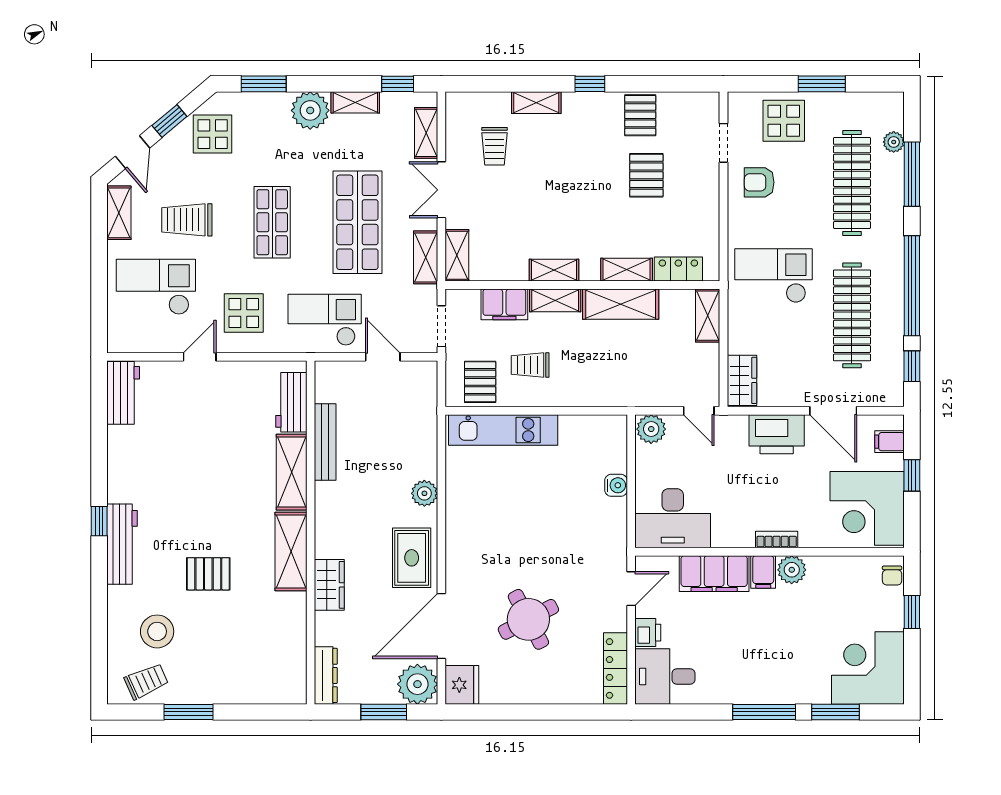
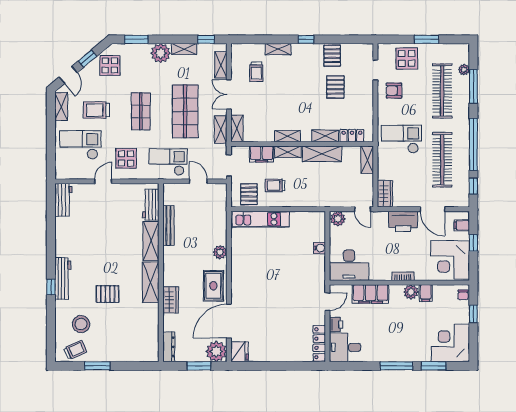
window: (99, 521) -> (51, 287), moved
filing cabinet: (763, 572) -> (426, 293), moved
round table: (528, 619) -> (274, 318), removed

